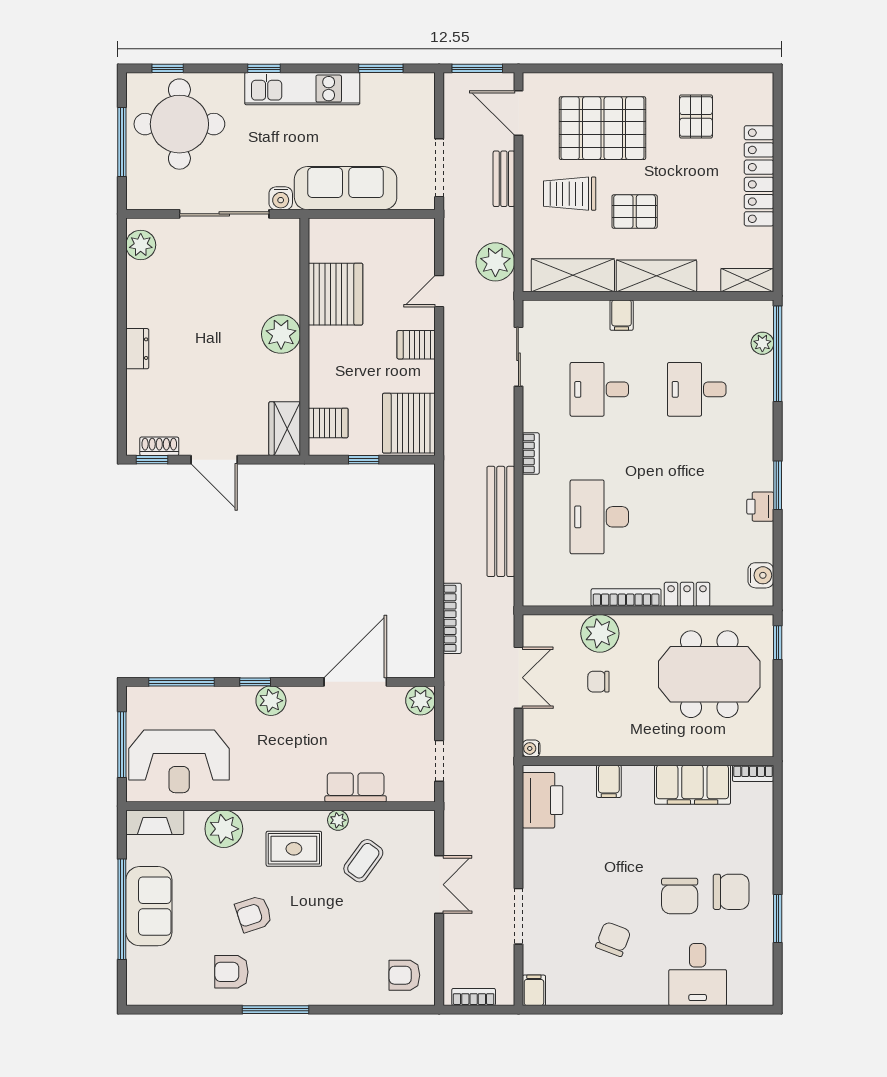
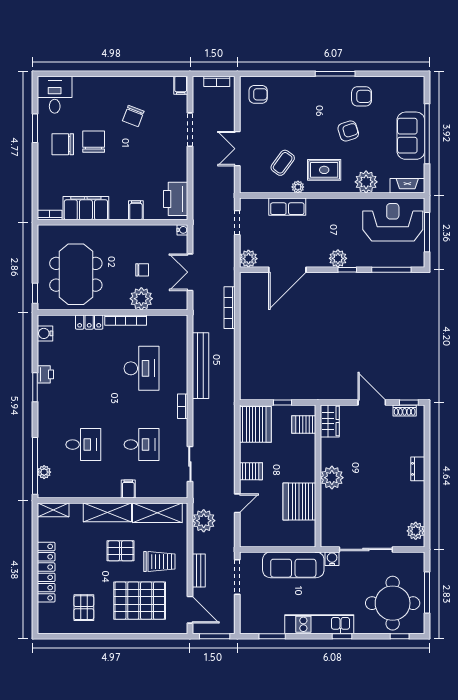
meeting table: (709, 674) -> (76, 274), turned 90
desk: (698, 975) -> (55, 95), moved

